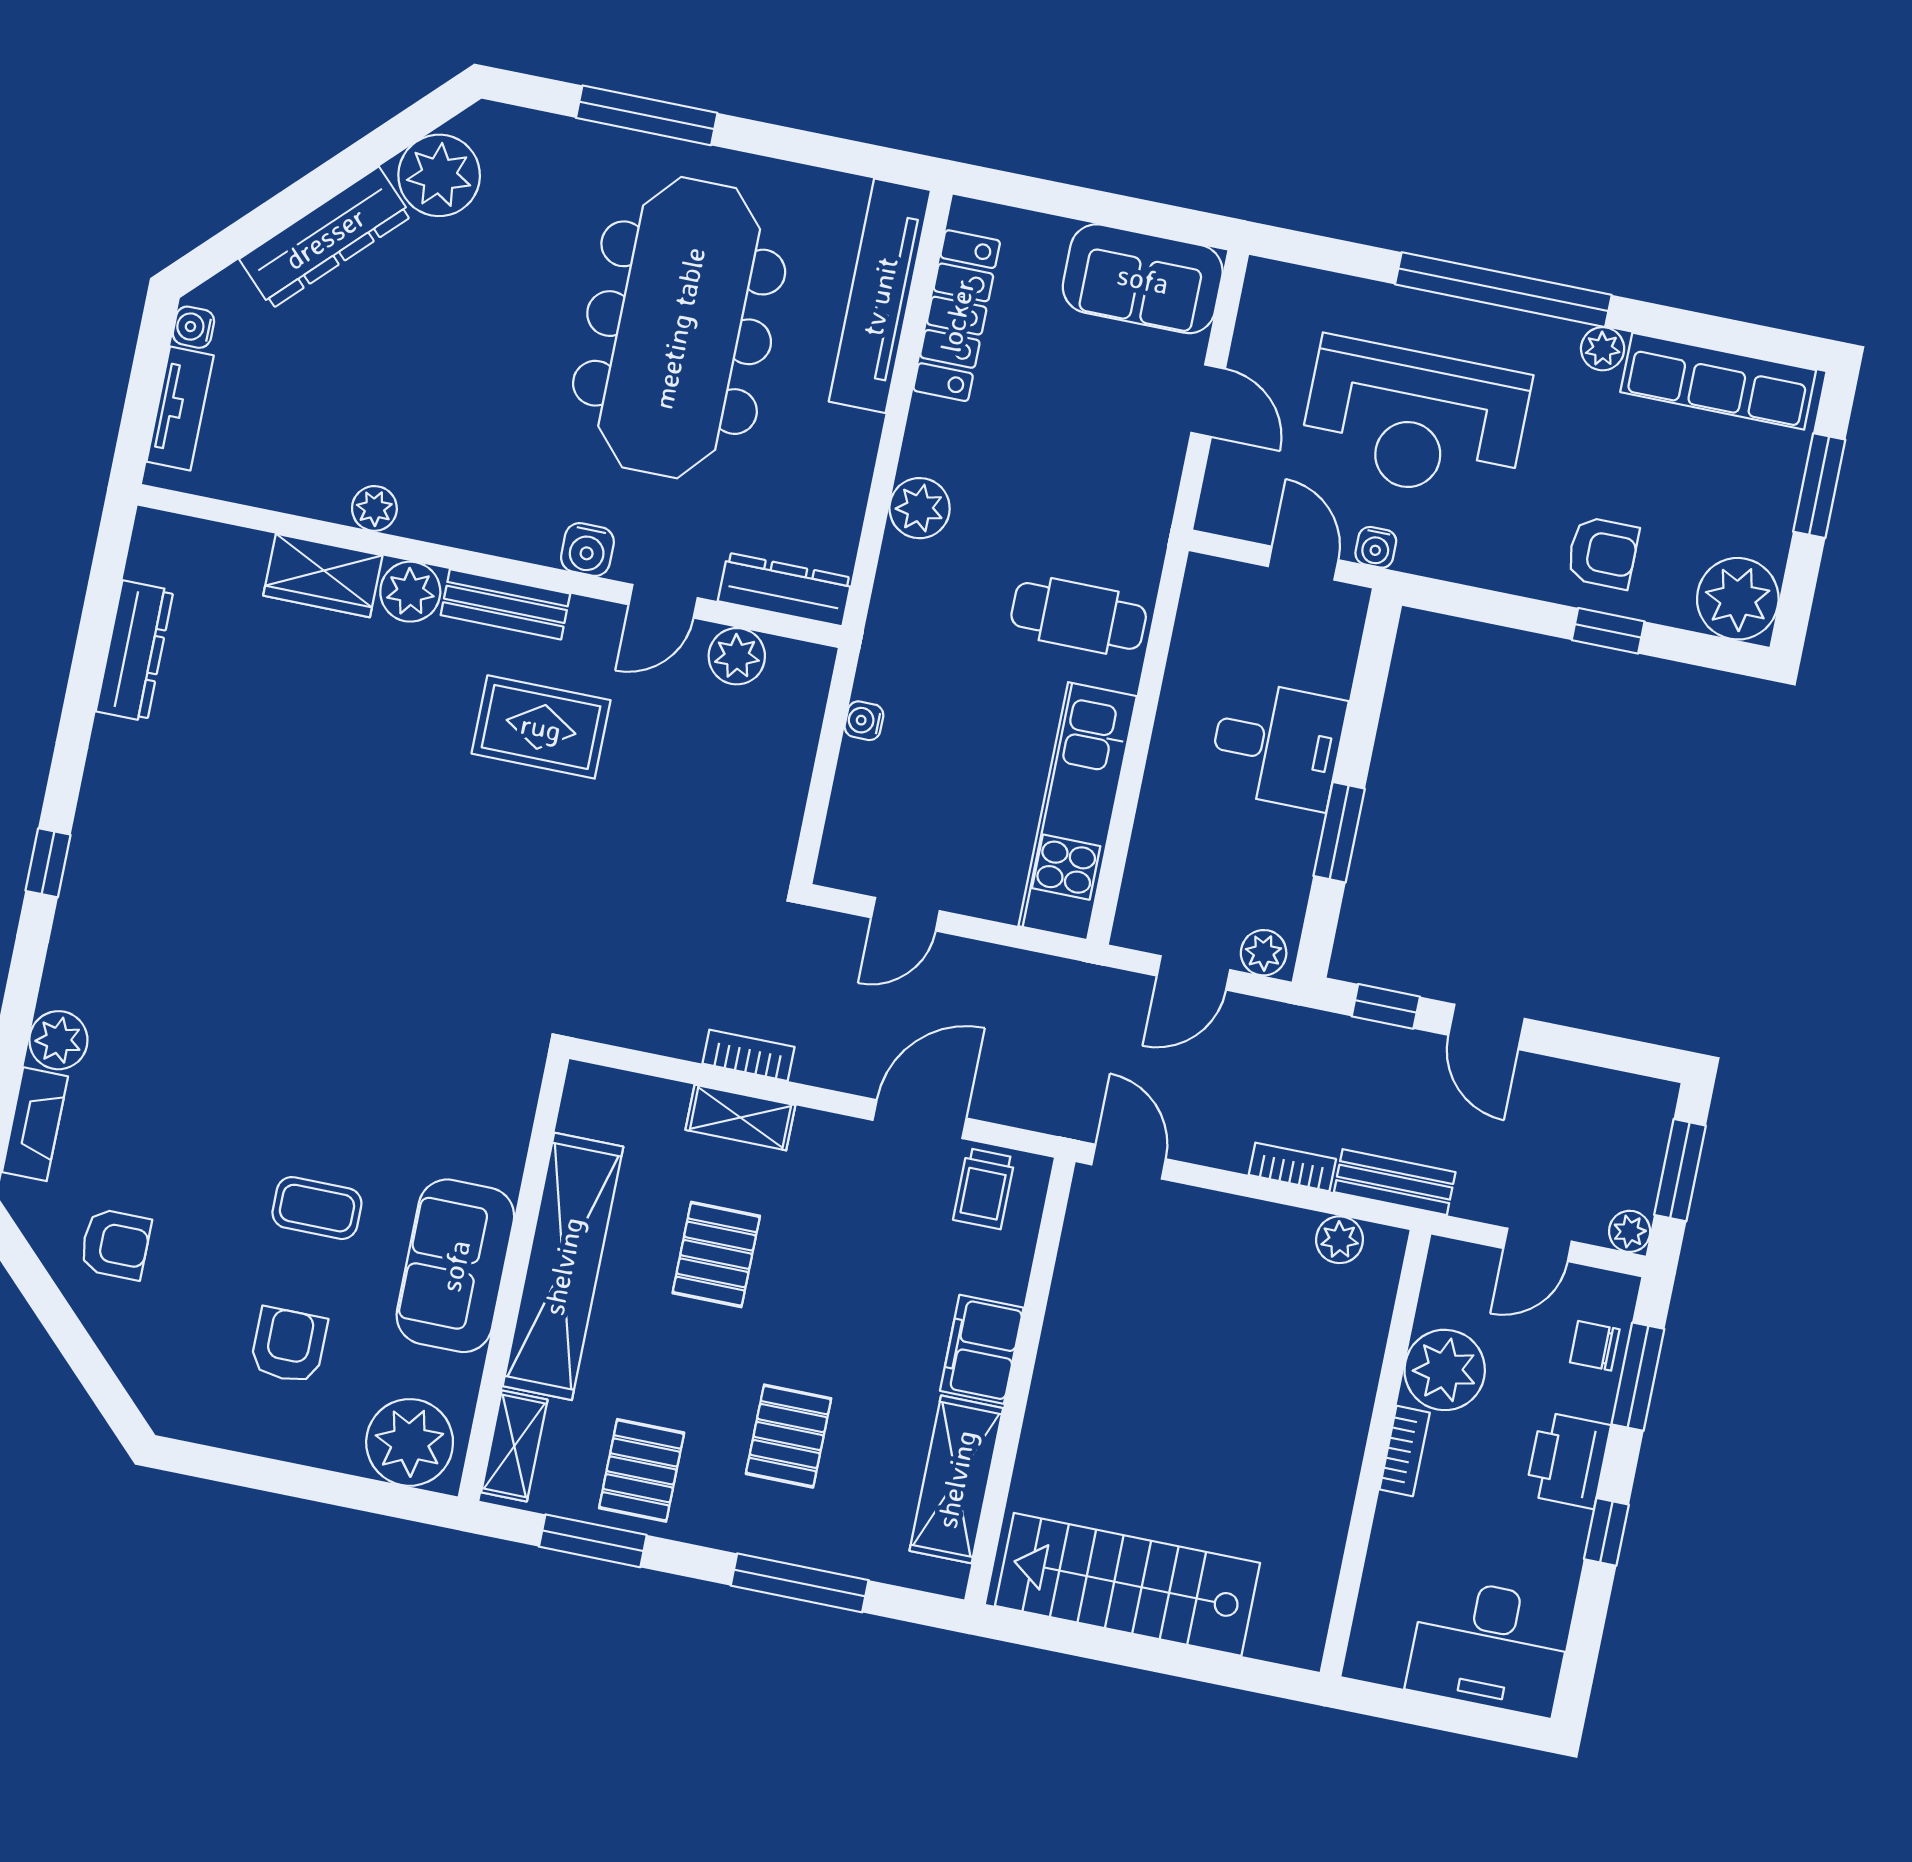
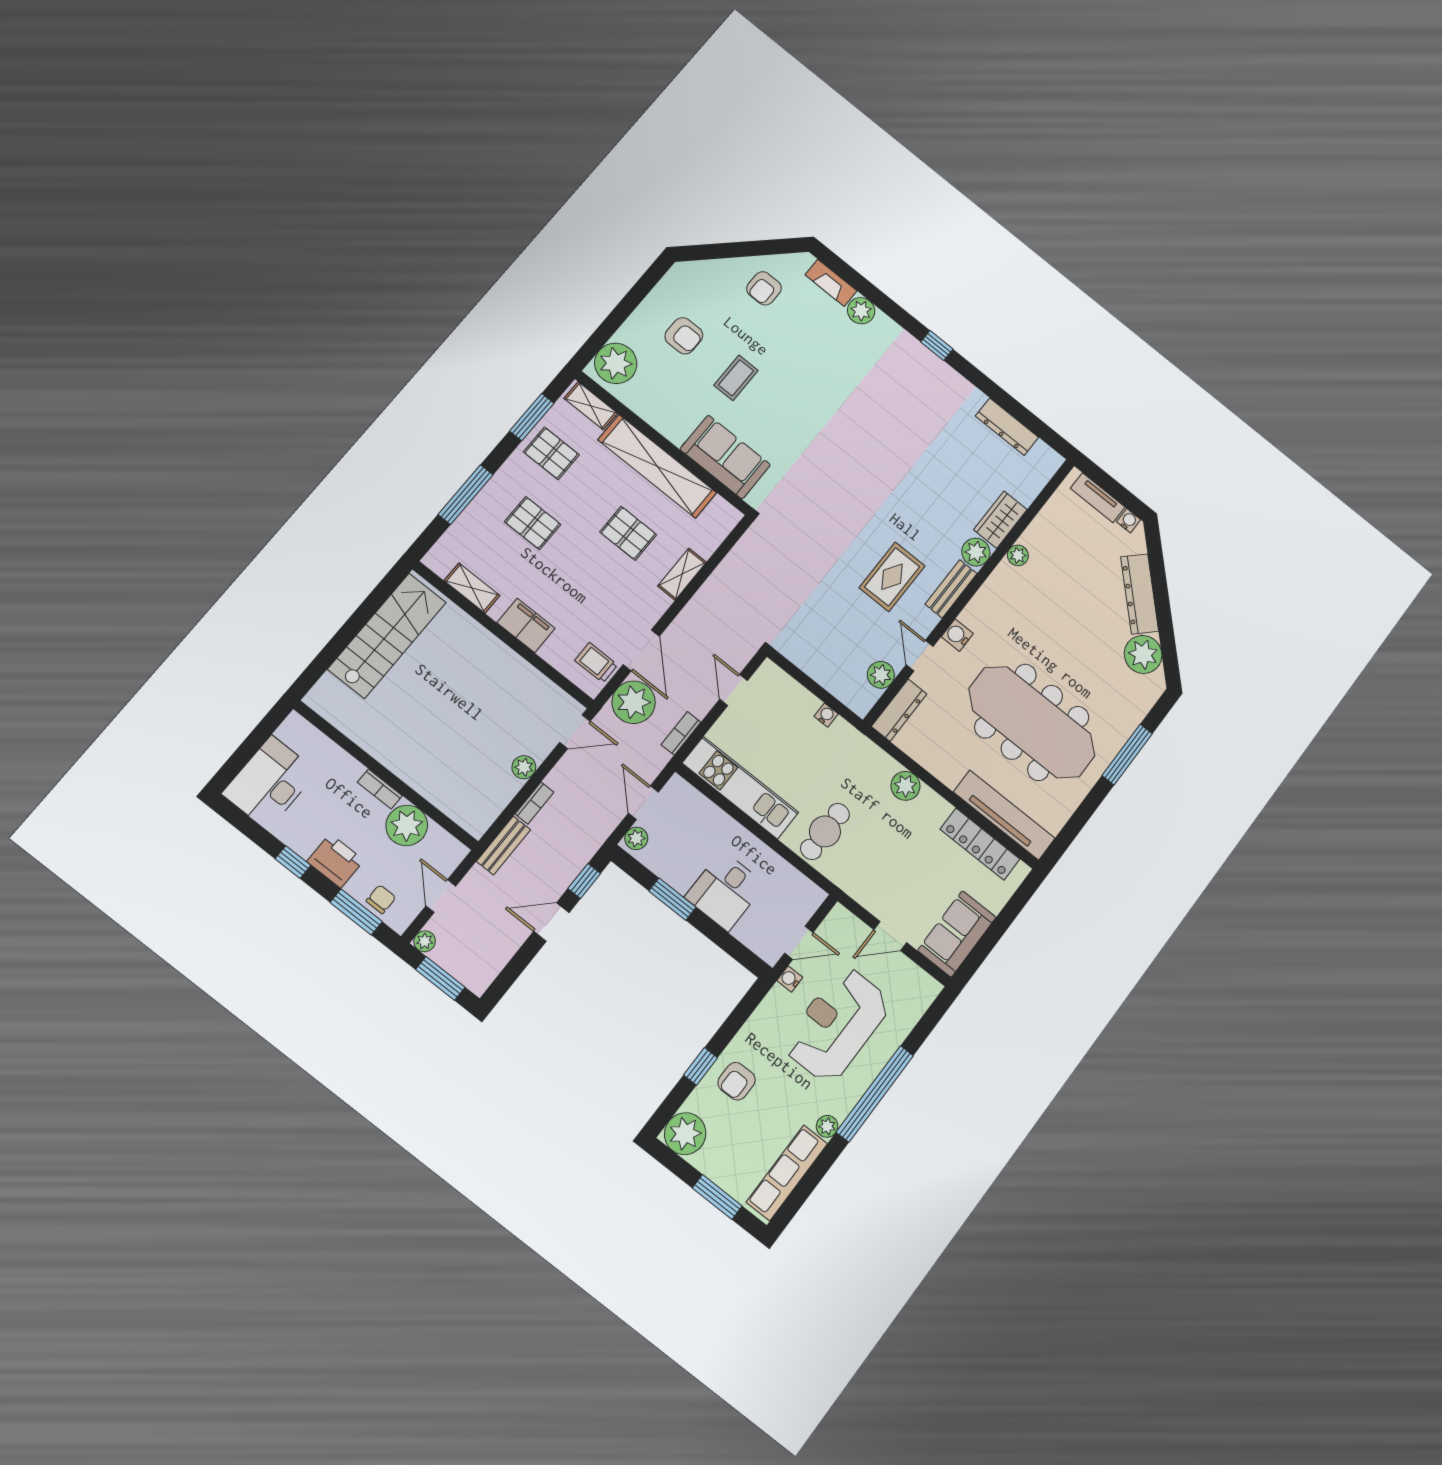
bookcase: (749, 1055) -> (681, 733), moved, turned 180
plant: (1021, 1084) -> (634, 702), added
plant: (1340, 1240) -> (524, 767), moved
sofa: (455, 1266) -> (725, 457), moved
shelving: (956, 1479) -> (472, 588), width x0.67, depth x0.75

